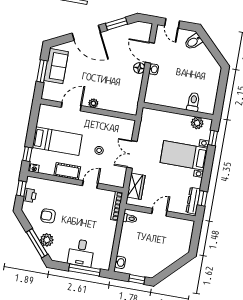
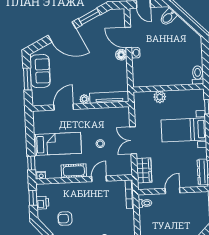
toilet: (193, 102) -> (198, 75), moved
tv unit: (118, 107) -> (109, 97), added
plant: (197, 123) -> (160, 97), moved

